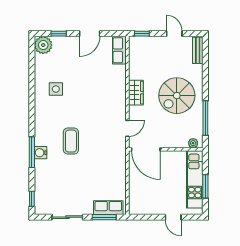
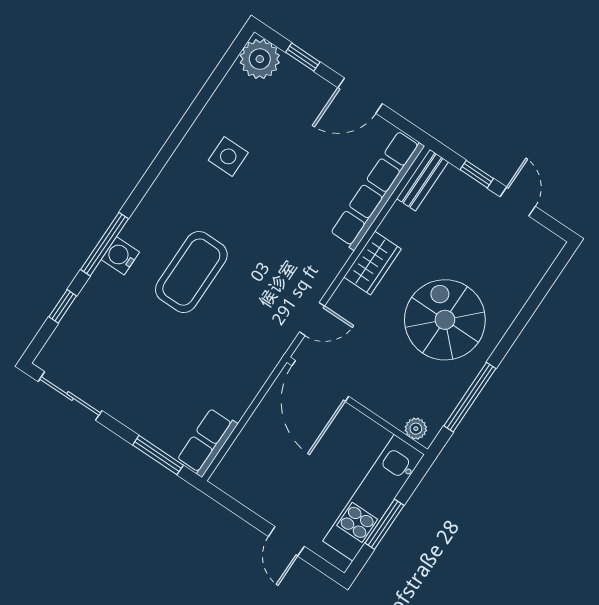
window: (142, 34) -> (477, 174), moved
row of seats: (119, 50) -> (377, 190), width x2.02
bench: (198, 50) -> (422, 180), moved
spiral stairs: (177, 96) -> (445, 320), turned 90
coffee table: (71, 141) -> (191, 272), width x1.36, depth x1.32
window: (32, 199) -> (63, 306), moved
row of seats: (108, 208) -> (207, 442), moved, turned -90
sliding door: (67, 217) -> (70, 396), moved

